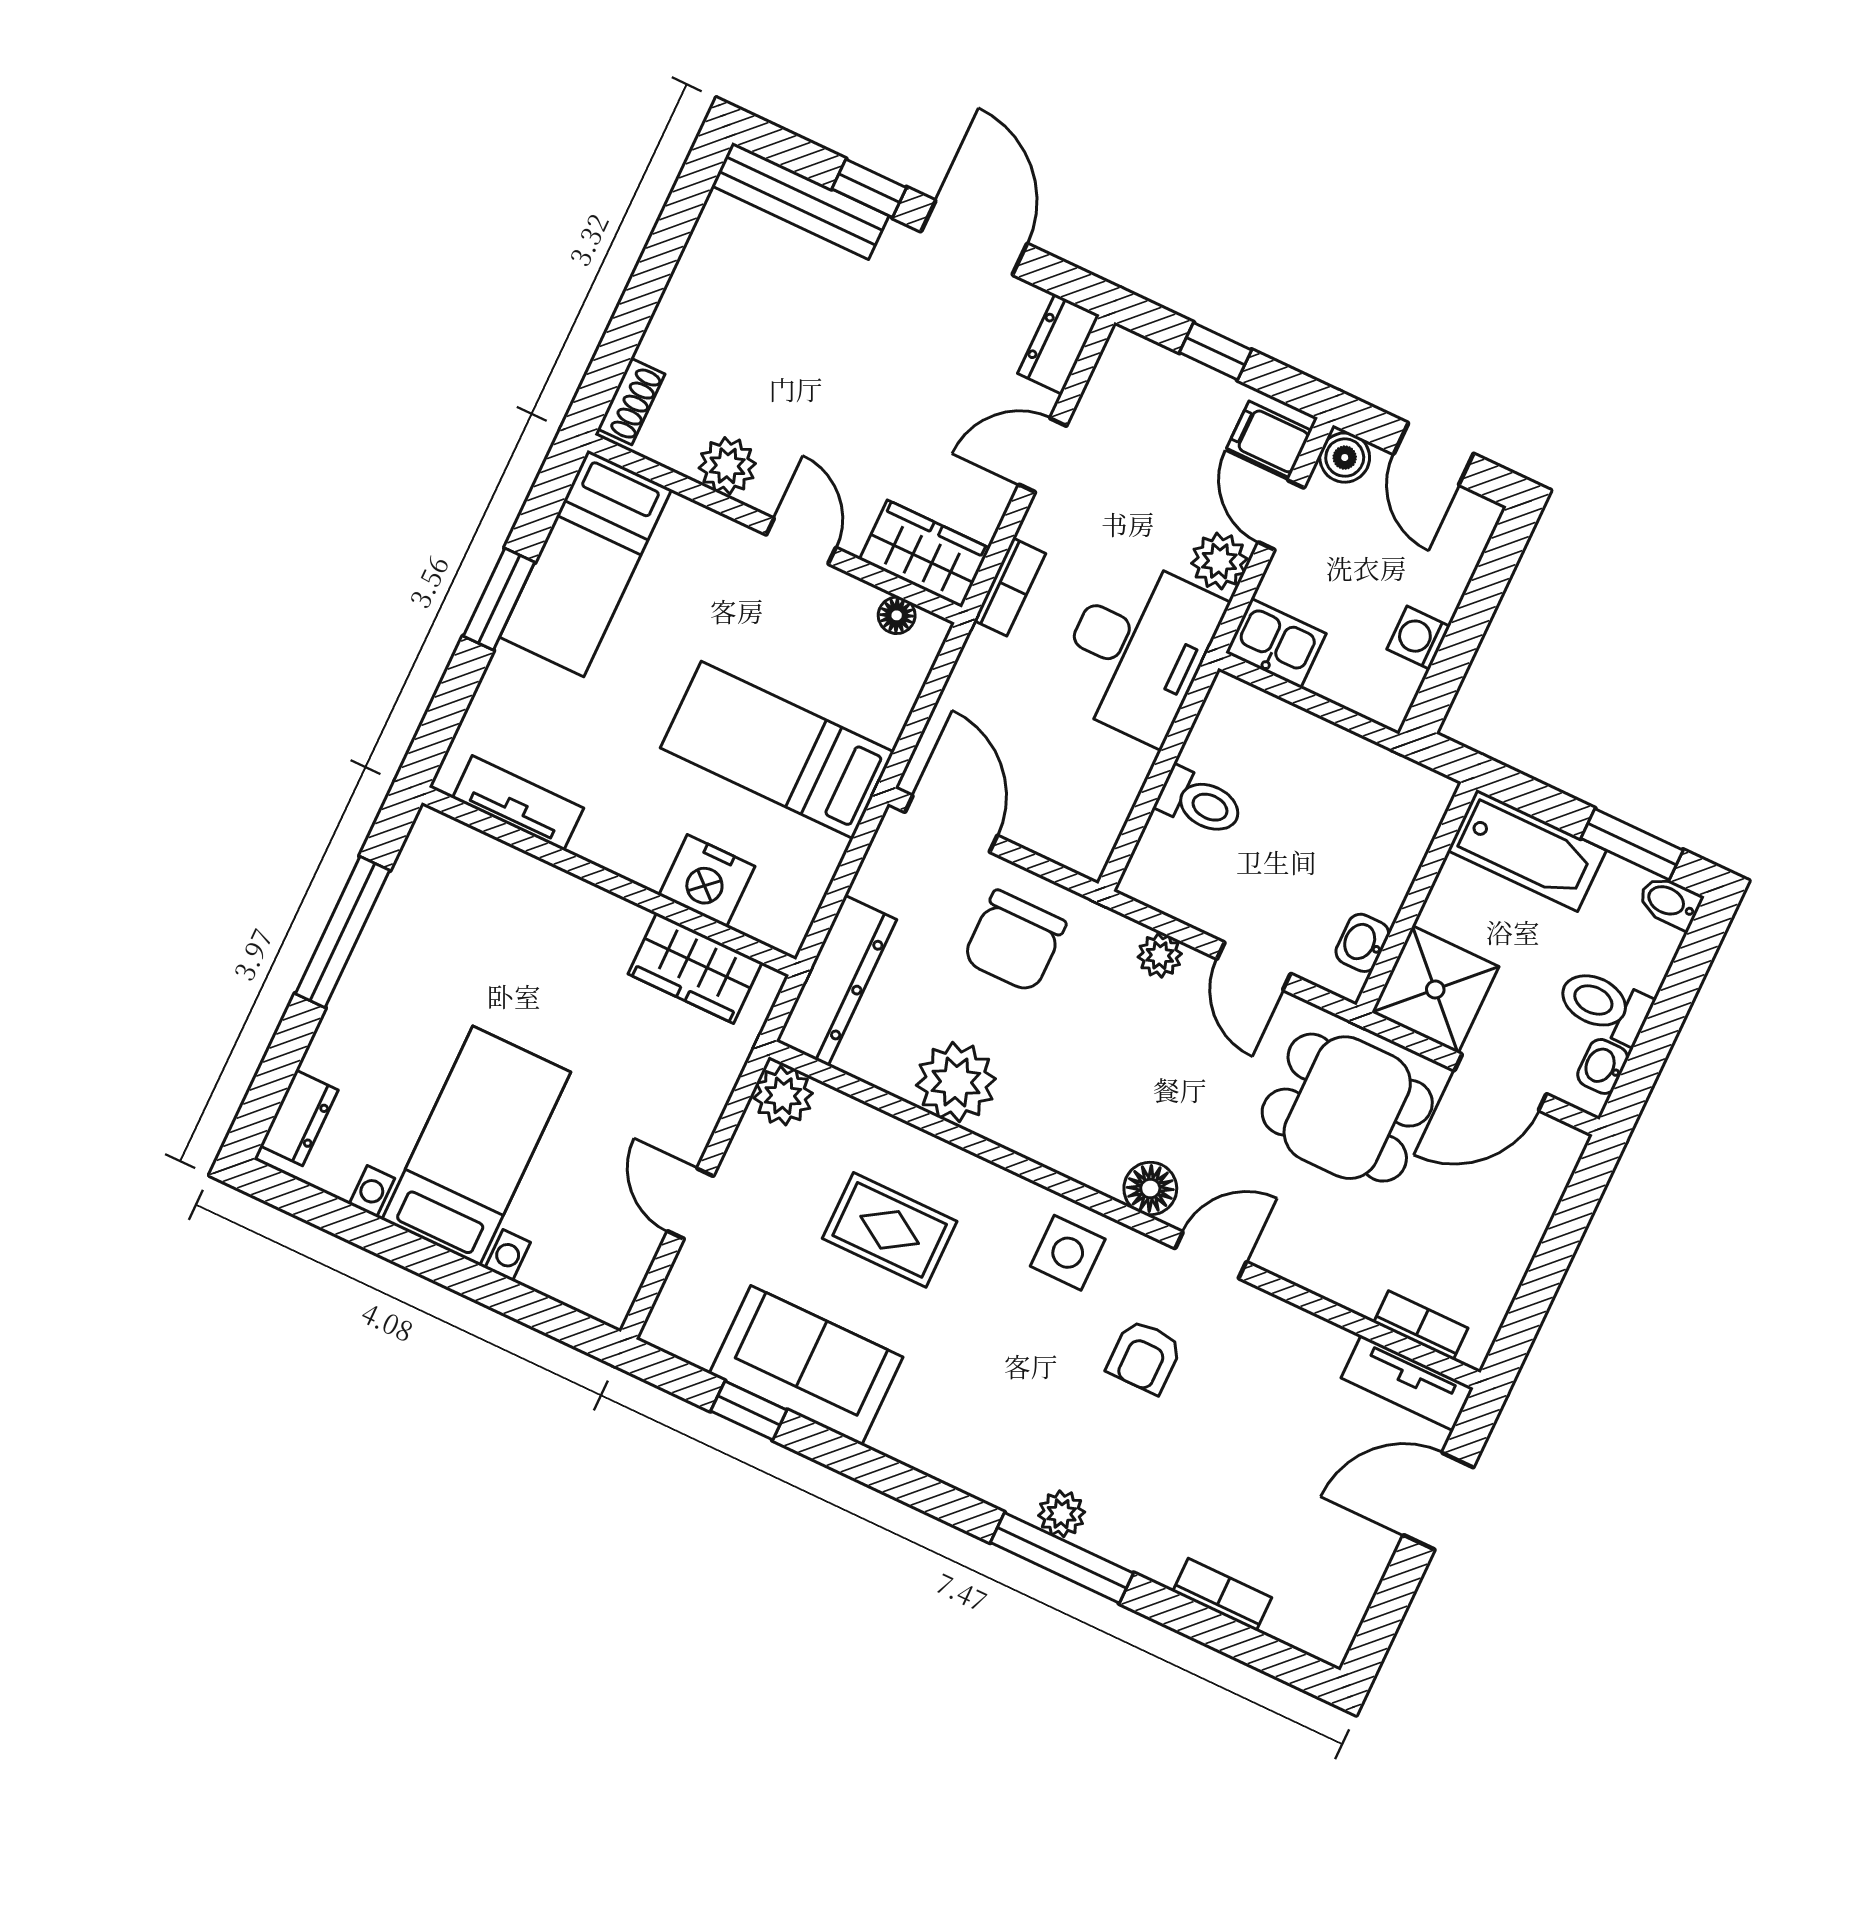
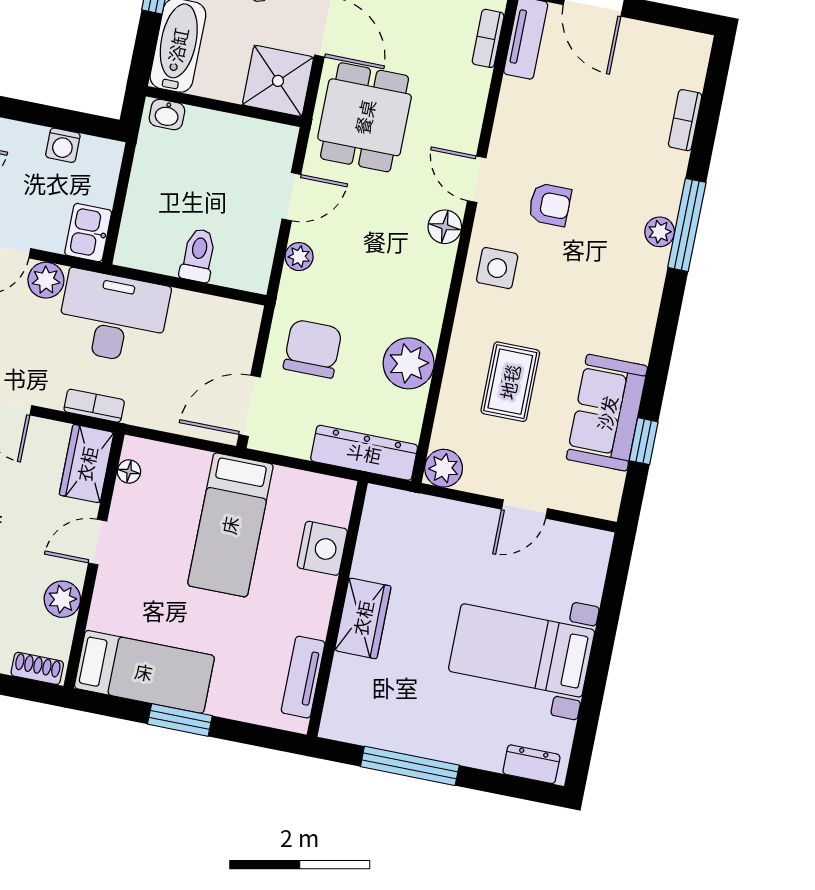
chair: (1014, 941) -> (313, 349), turned -90
washbasin: (1362, 943) -> (167, 114), moved
wardrobe: (695, 968) -> (363, 618), moved

